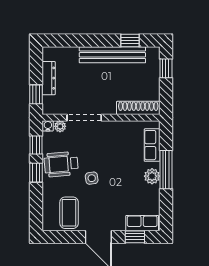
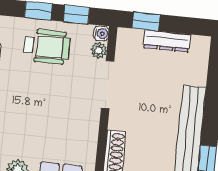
wheelchair: (61, 164) -> (47, 46), turned 95
side table: (92, 178) -> (23, 87), removed

